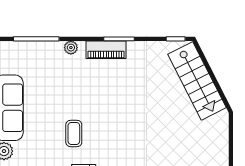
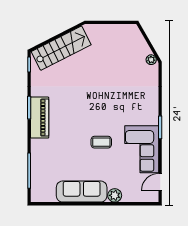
plant: (71, 48) -> (36, 144), removed
piano: (106, 50) -> (40, 118), width x1.37, depth x1.33

